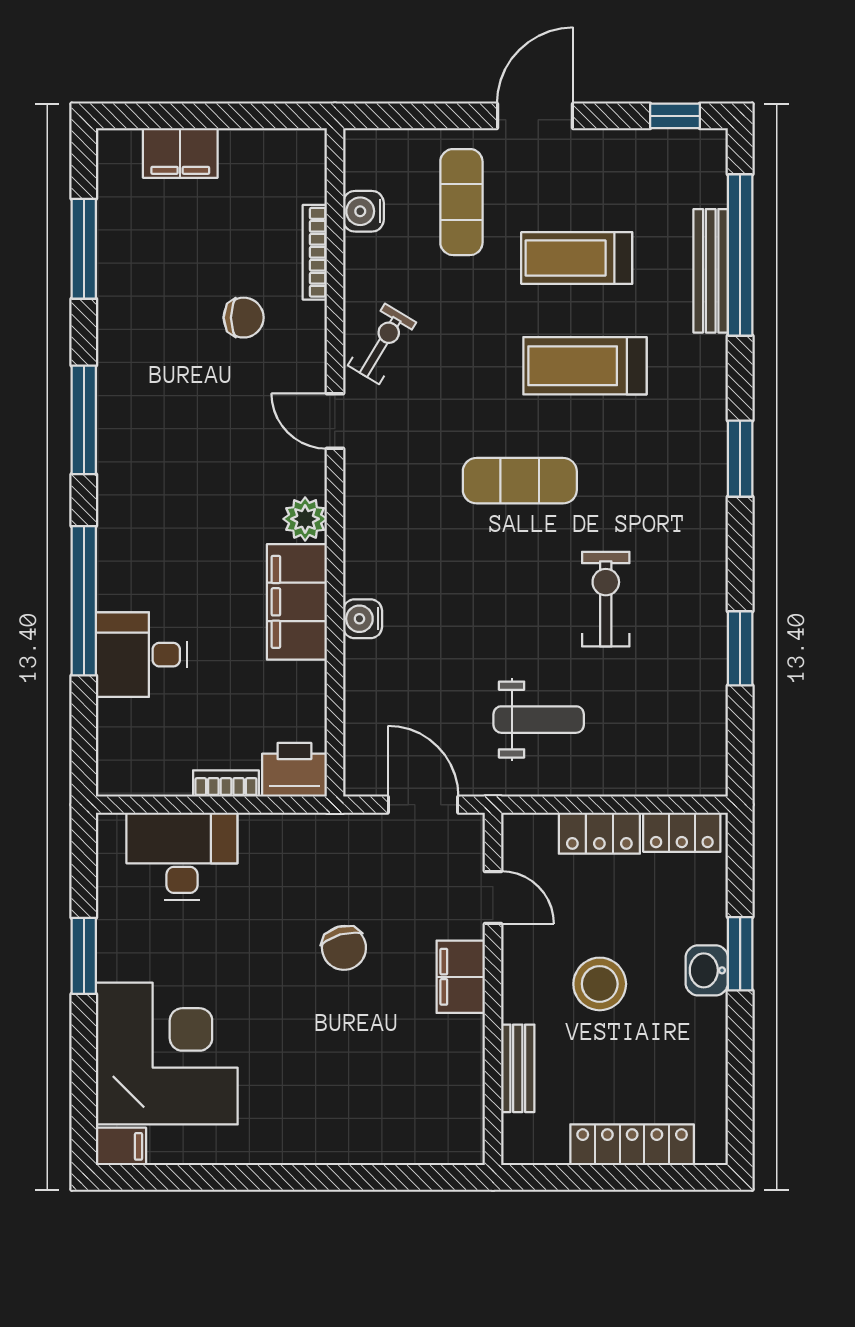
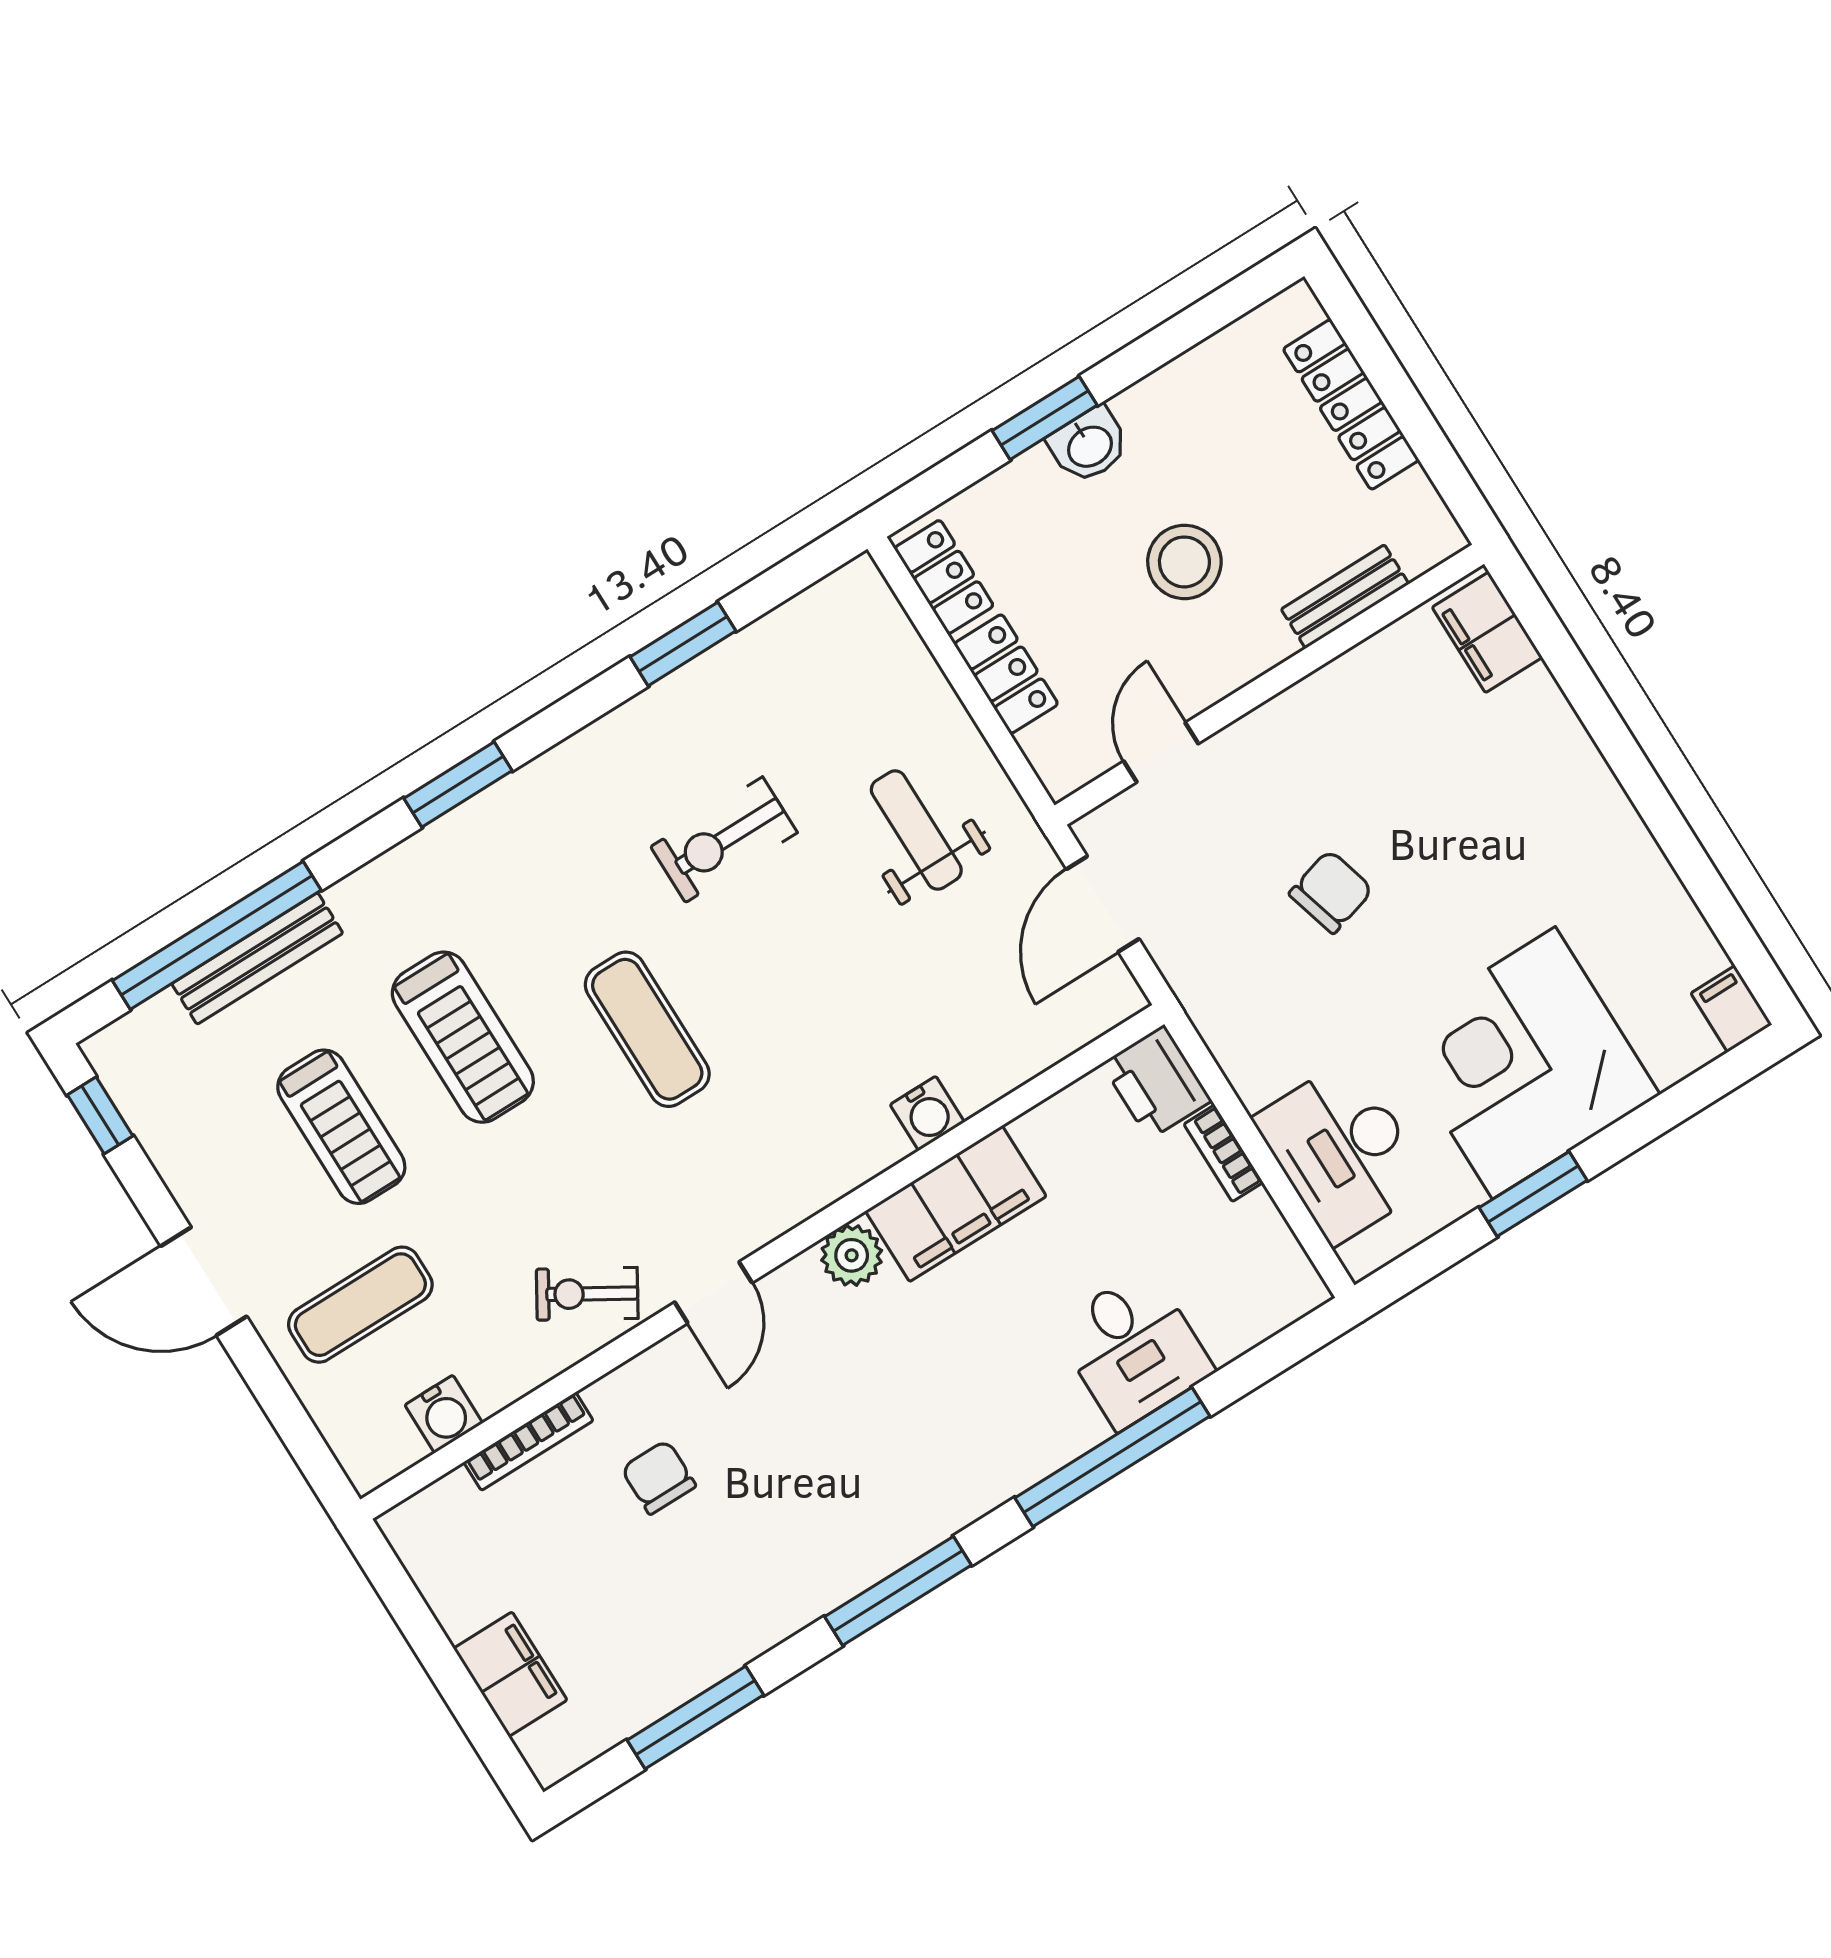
filing cabinet: (461, 977) -> (1487, 632), moved, turned 90
corner desk: (167, 1054) -> (1524, 1063), moved

